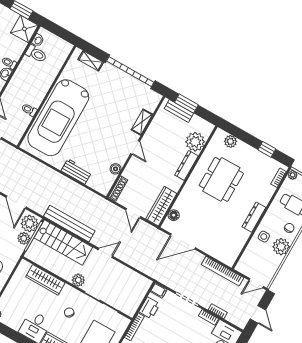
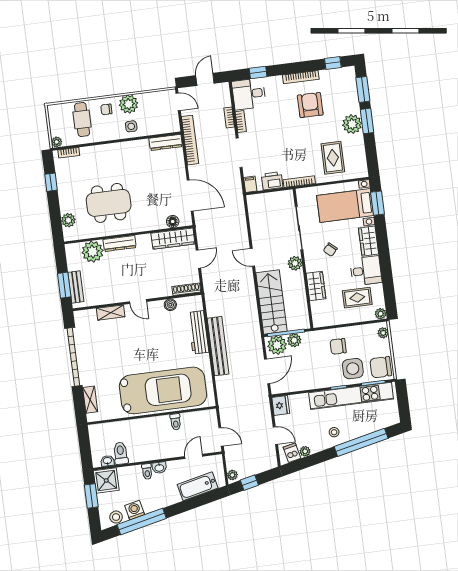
door: (135, 147) -> (138, 302), swing flipped
workbench: (76, 172) -> (198, 332), width x1.38
dresser: (254, 217) -> (166, 142), moved
bench: (69, 224) -> (218, 346), moved
wardrobe: (45, 280) -> (316, 286), width x0.67
rug: (20, 306) -> (357, 298), added

